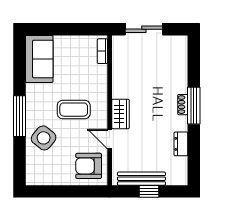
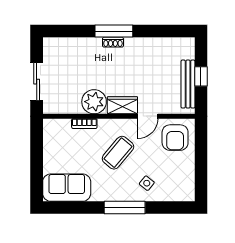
bookcase: (102, 51) -> (84, 124), moved
plant: (124, 86) -> (94, 102), added
coffee table: (74, 110) -> (118, 153), turned 40
side table: (44, 138) -> (147, 183), width x0.54, depth x0.54
dresser: (181, 144) -> (153, 44), removed

